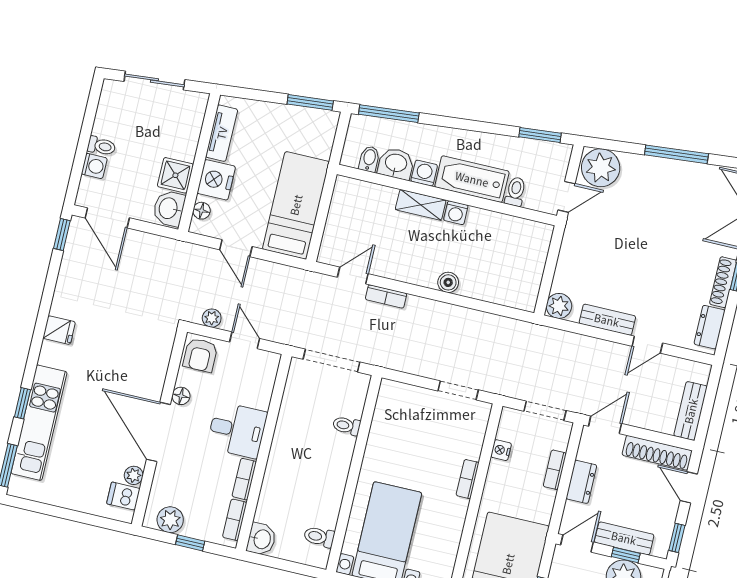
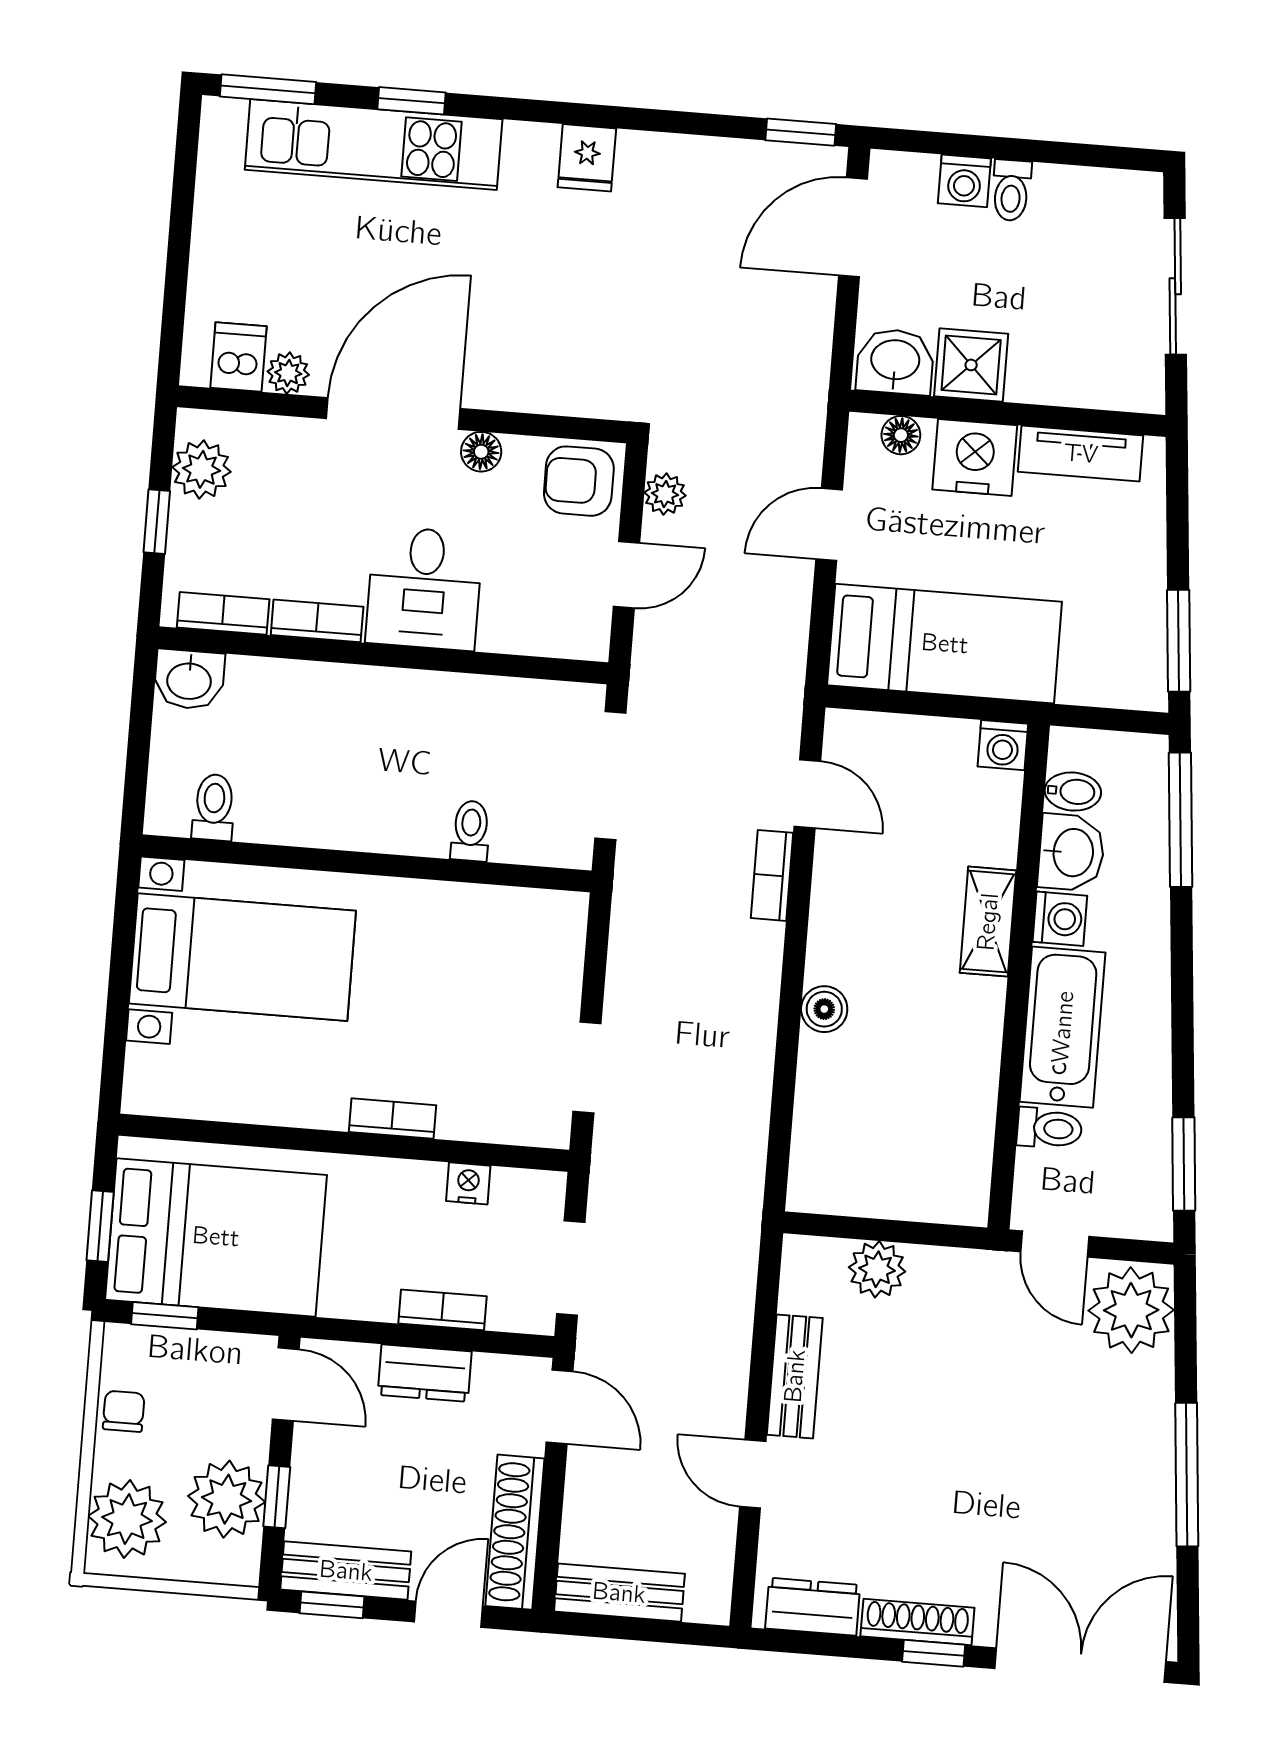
washing machine: (456, 213) -> (1003, 745), moved, turned -90
plant: (559, 306) -> (877, 1269), moved
bench: (624, 538) -> (346, 1571), moved, turned 90

